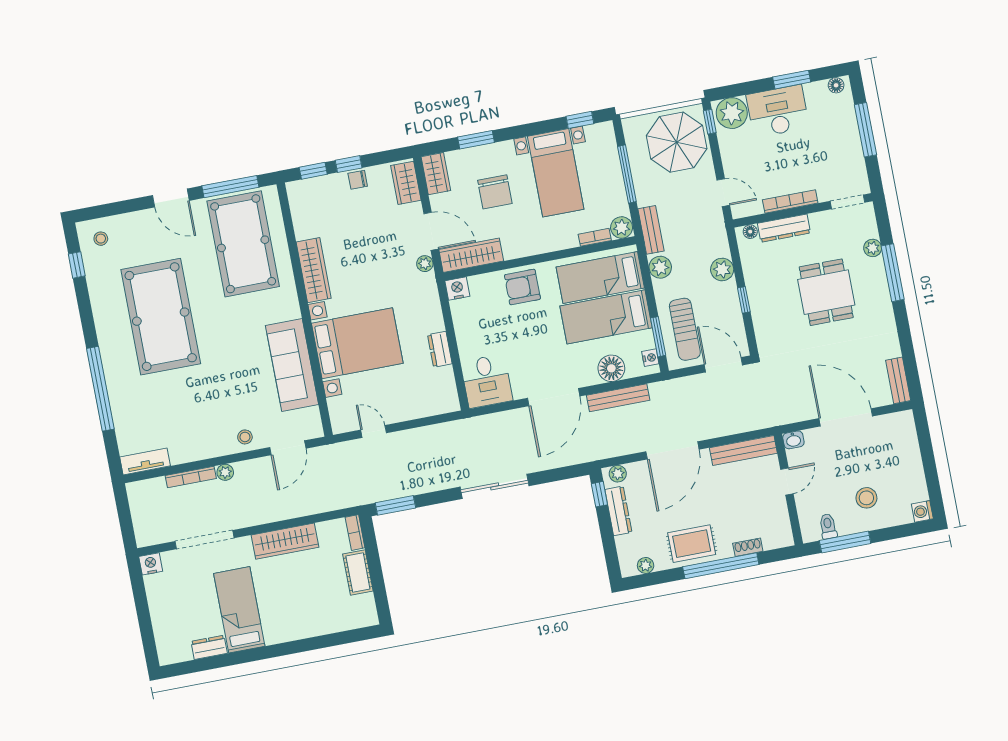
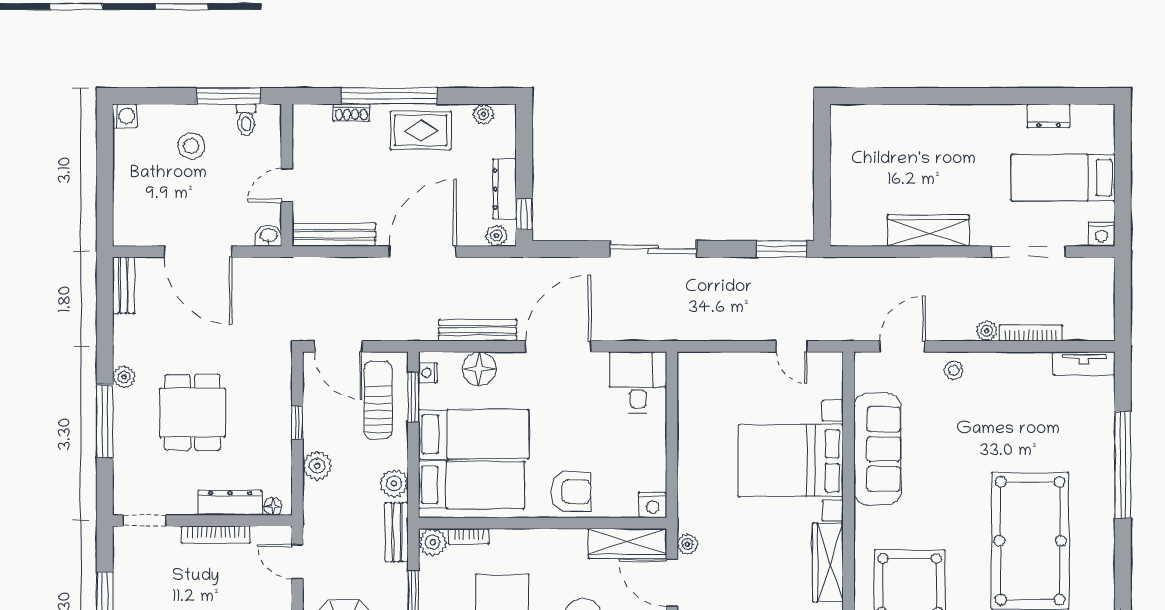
plant: (873, 248) -> (124, 377), moved
dresser: (440, 349) -> (689, 433), removed
bookcase: (355, 533) -> (839, 225), removed
cot: (358, 573) -> (845, 174), removed
bed: (239, 610) -> (1063, 178), moved, turned 90

